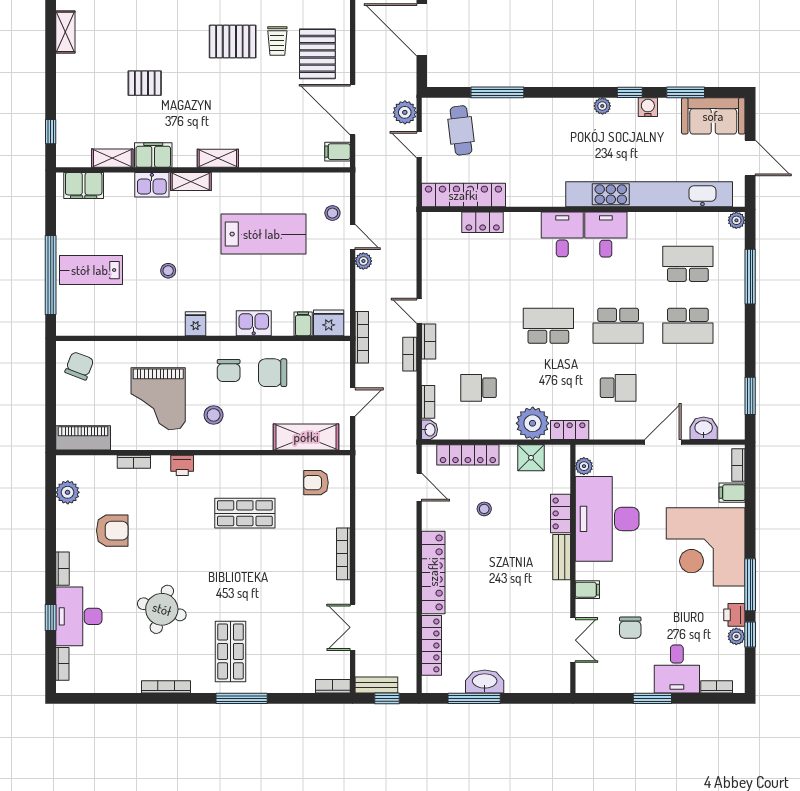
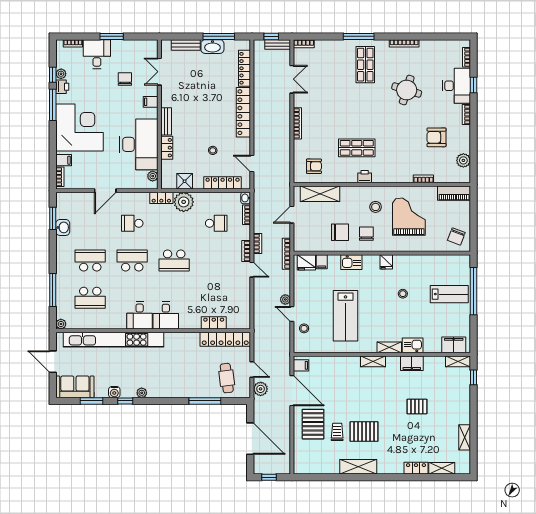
shelving: (112, 158) -> (458, 361), moved
lab bench: (263, 234) -> (346, 316), turned -90
washbasin: (704, 428) -> (63, 227), moved, turned -90
printer: (182, 465) -> (365, 177), moved
bench: (529, 684) -> (186, 45), added

